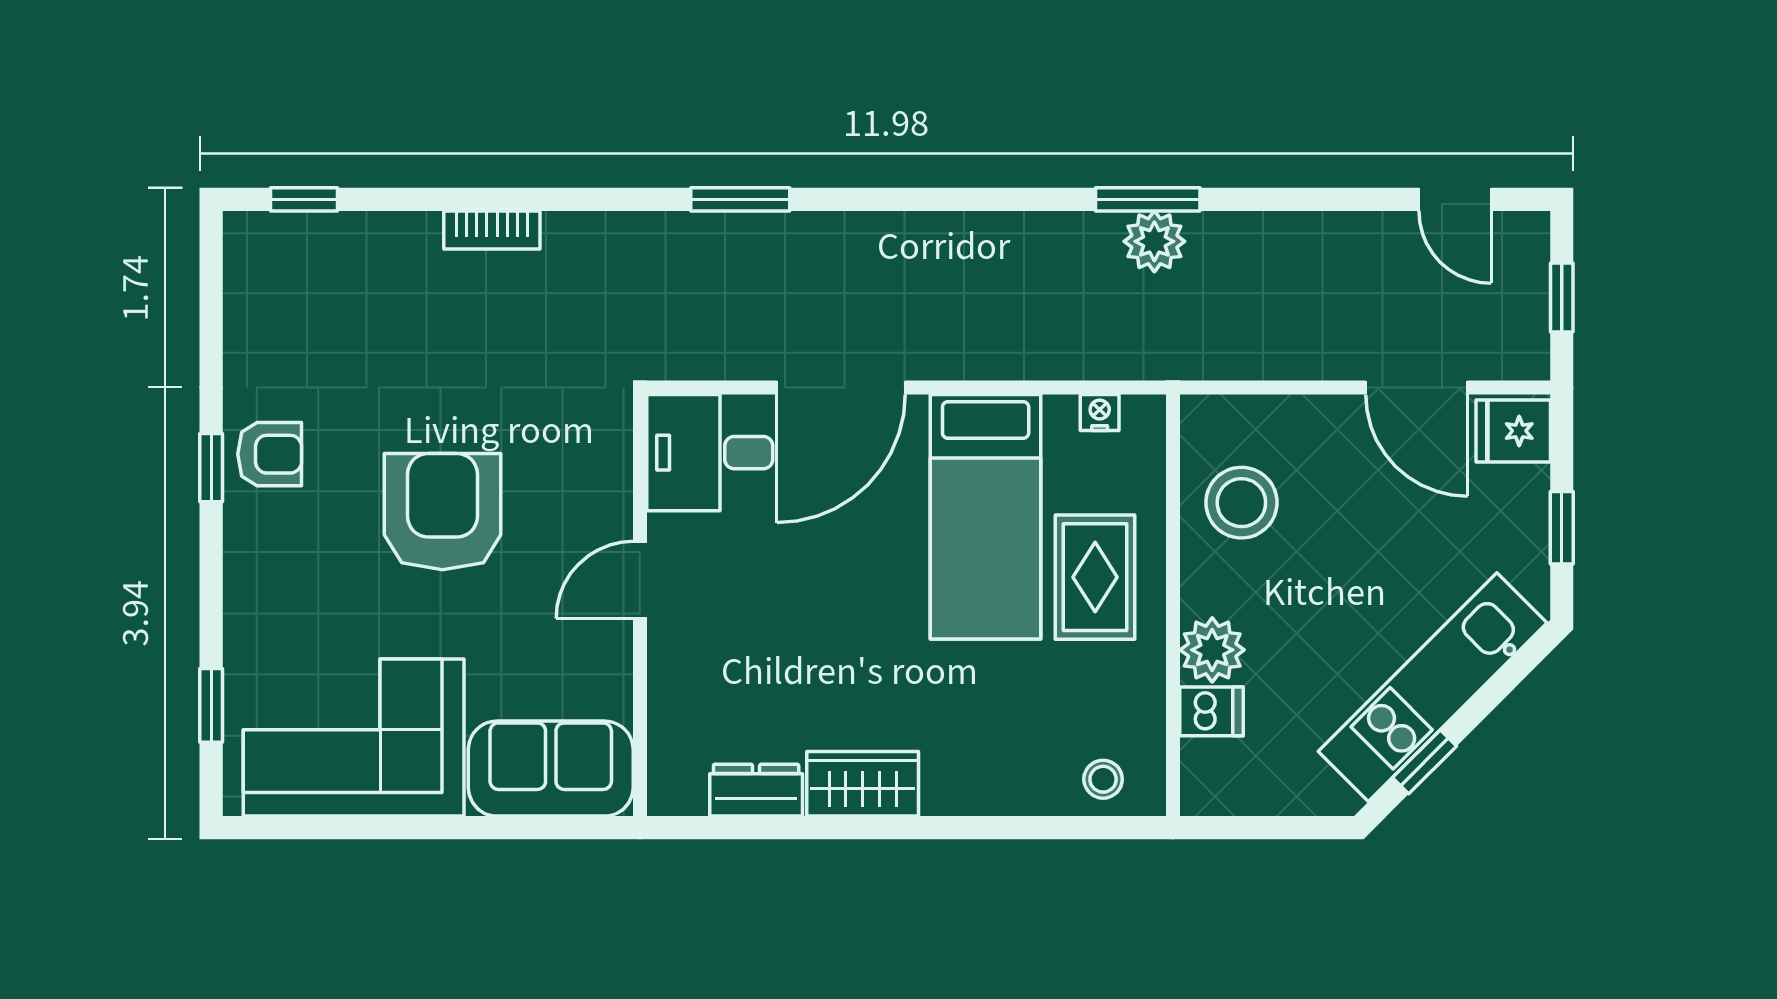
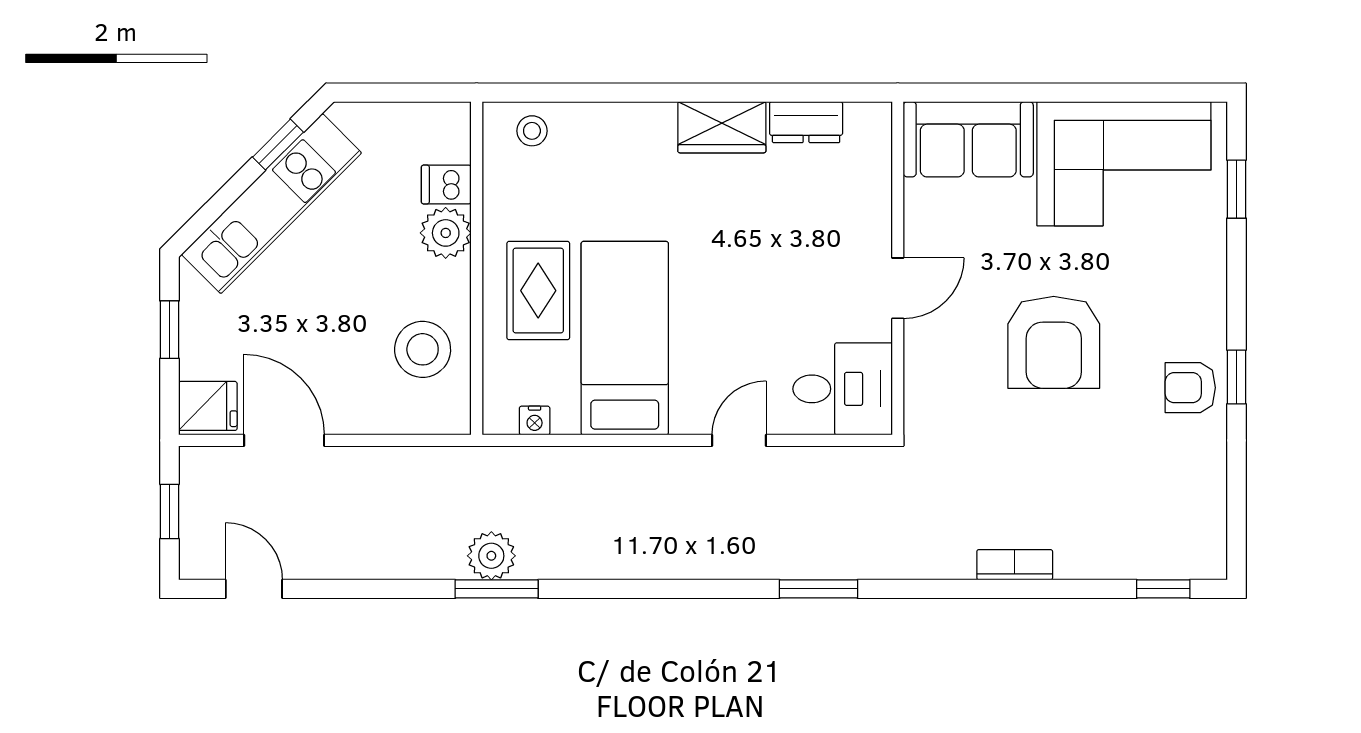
door: (841, 387) -> (739, 440), width x0.53

